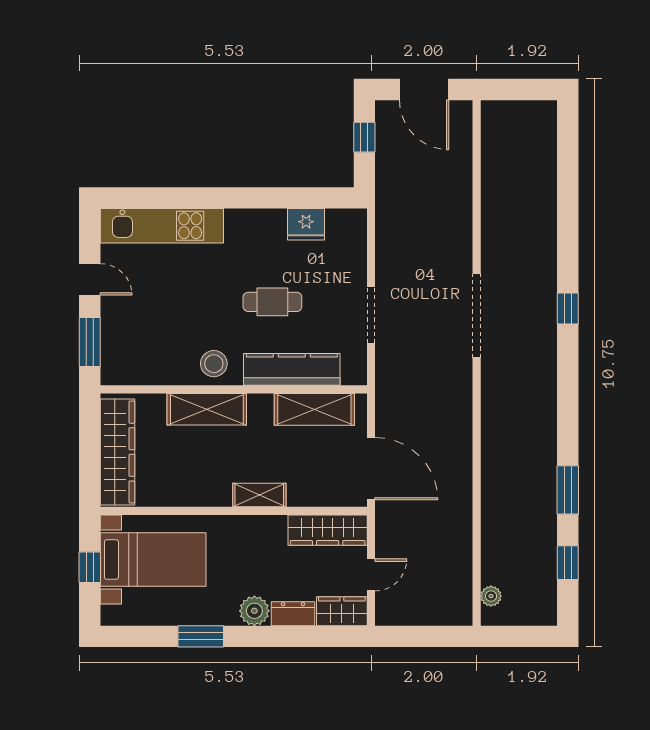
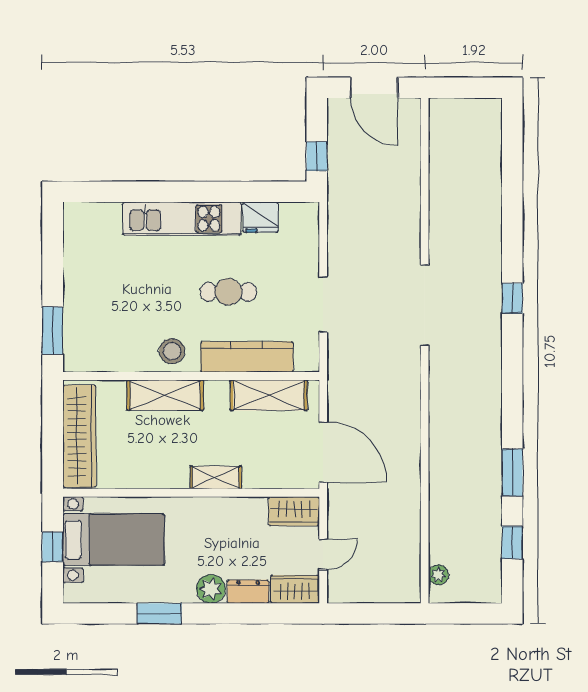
window: (364, 137) -> (317, 156), moved
kitchen unit: (162, 226) -> (182, 219), moved
door: (90, 279) -> (53, 270), removed
wardrobe: (328, 530) -> (294, 511), width x0.67

